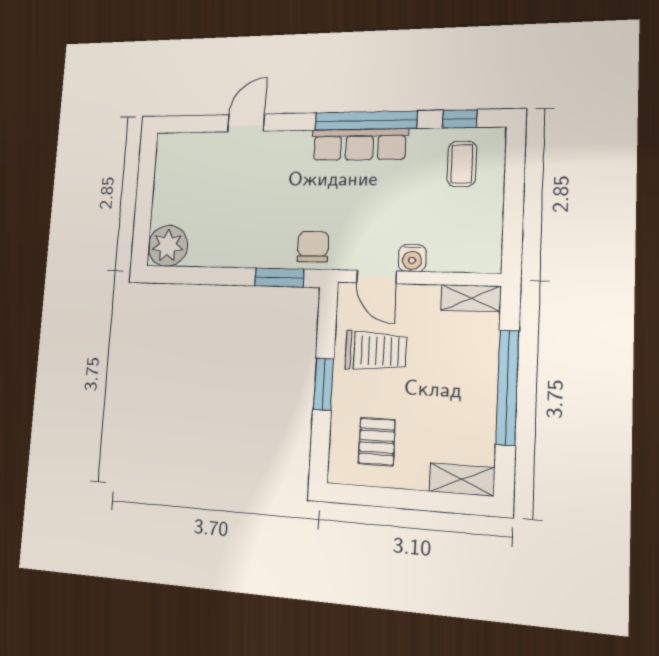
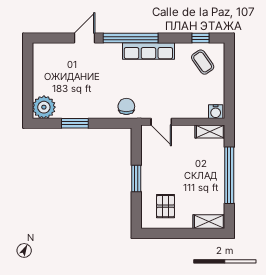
window: (366, 121) -> (131, 38), moved
coffee table: (462, 164) -> (203, 62), turned -35
water cooler: (412, 258) -> (216, 112), moved
window: (279, 278) -> (75, 123), moved
trolley: (376, 351) -> (163, 160), removed

